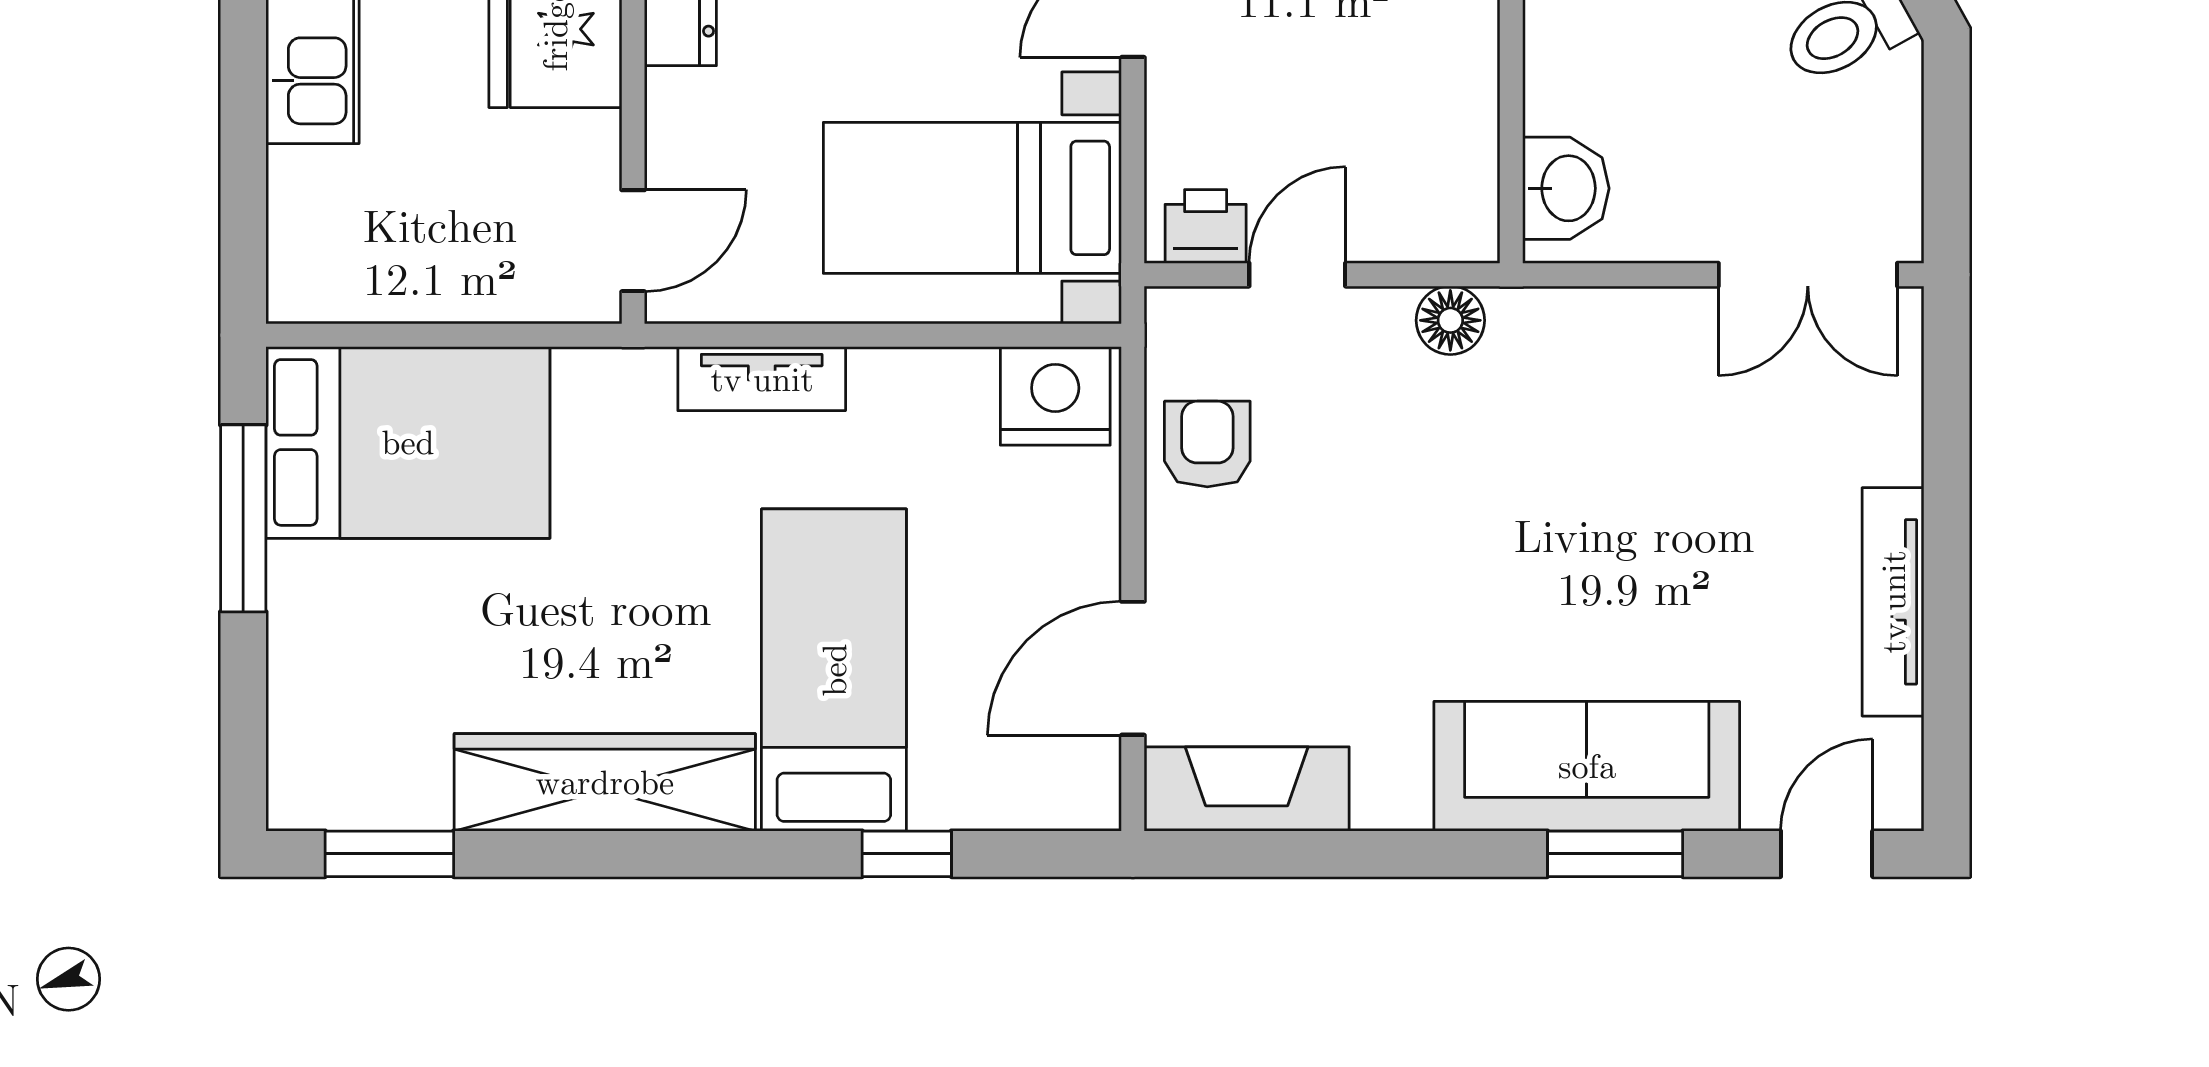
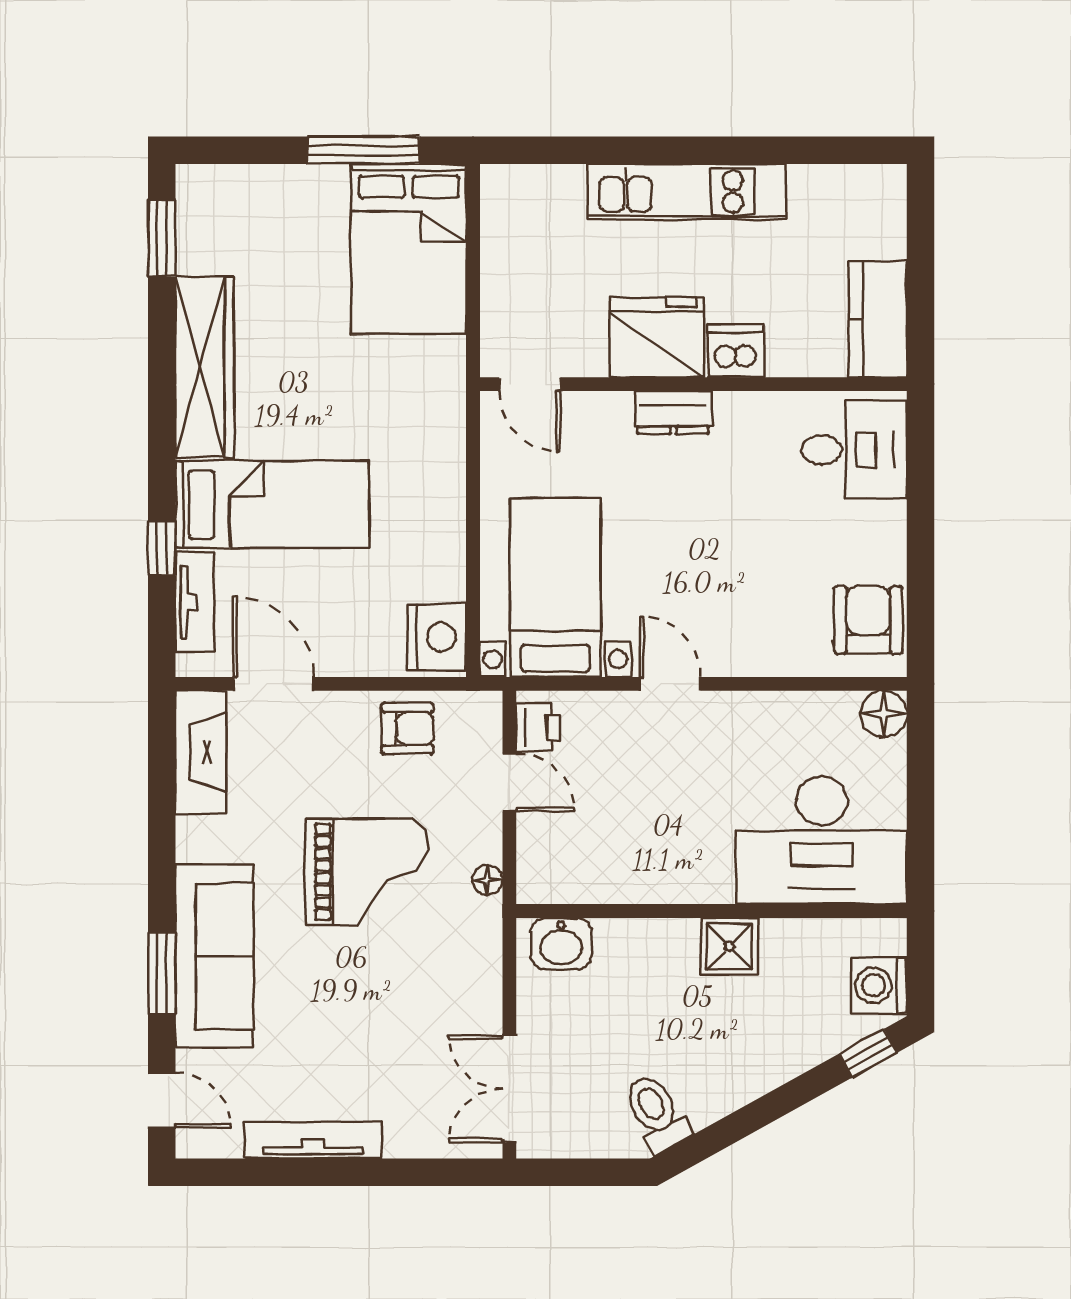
floor lamp: (1450, 320) -> (488, 880), width x0.73, depth x0.73
tv unit: (762, 379) -> (195, 602), moved, turned 180
grand piano: (1446, 512) -> (367, 872), added

